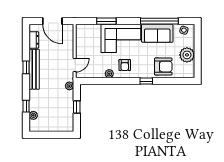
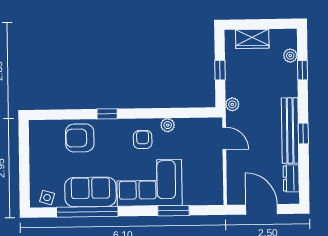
plant: (187, 55) -> (42, 157), removed
door: (75, 65) -> (224, 138), swing flipped
wardrobe: (57, 126) -> (252, 39), added

